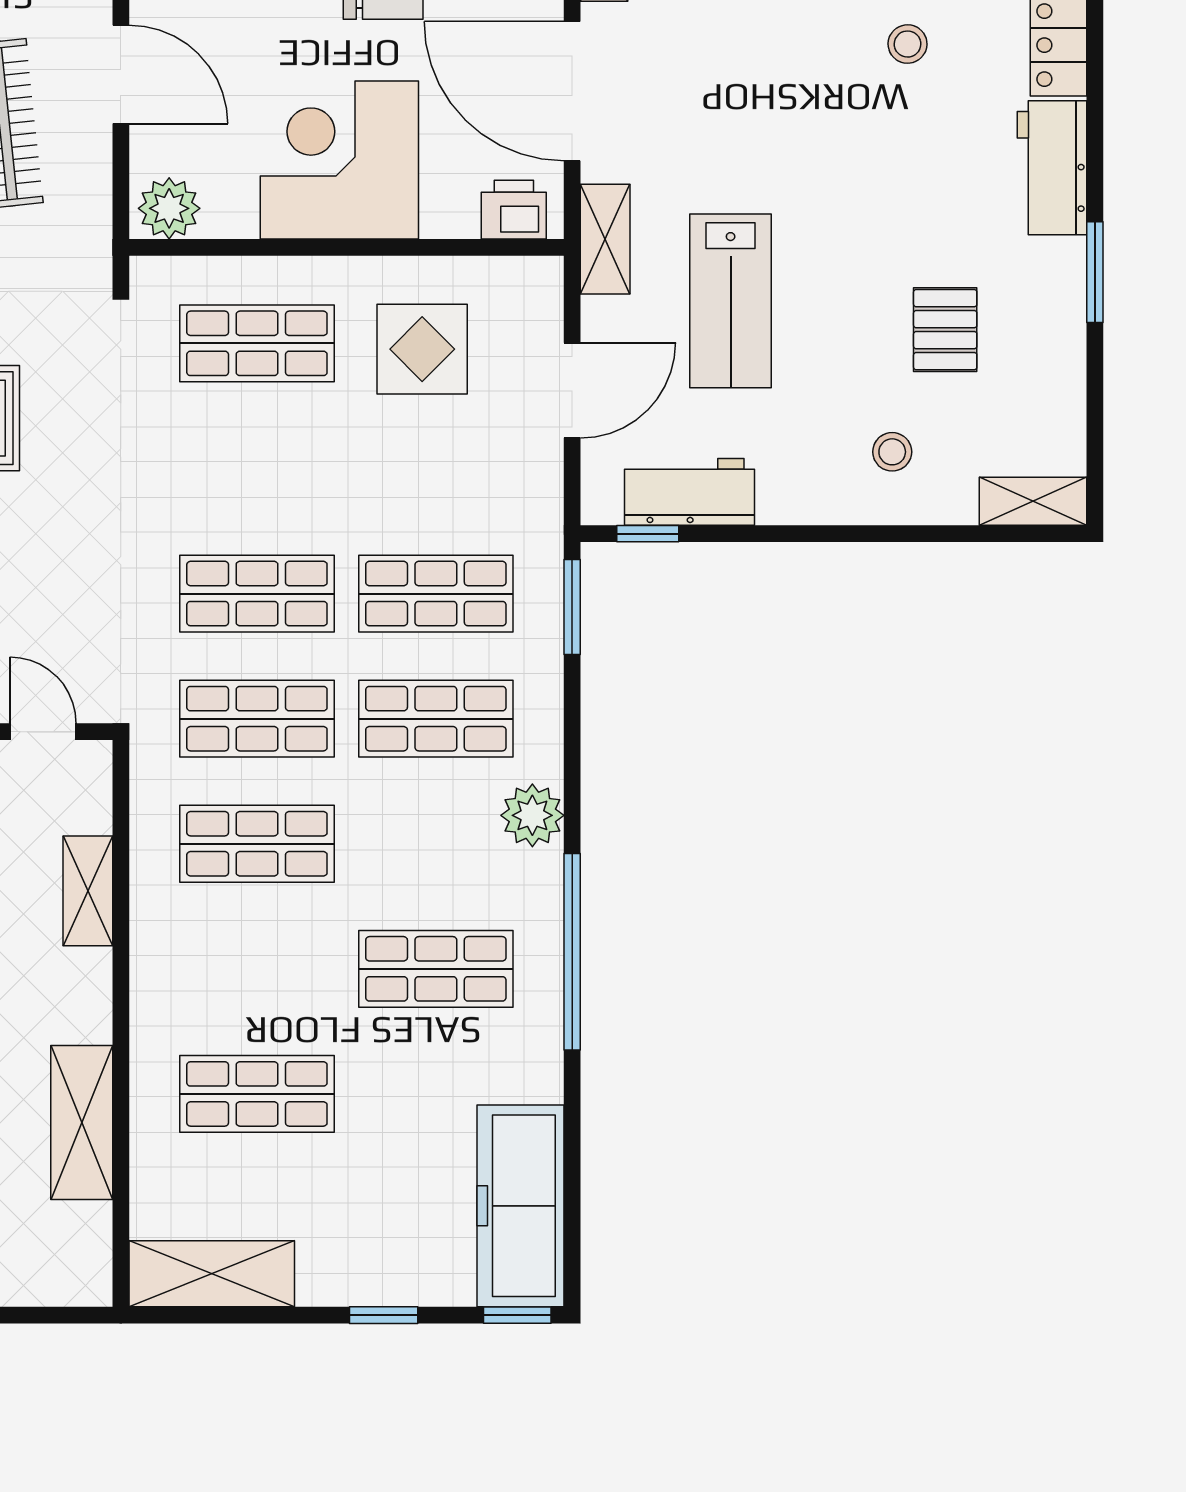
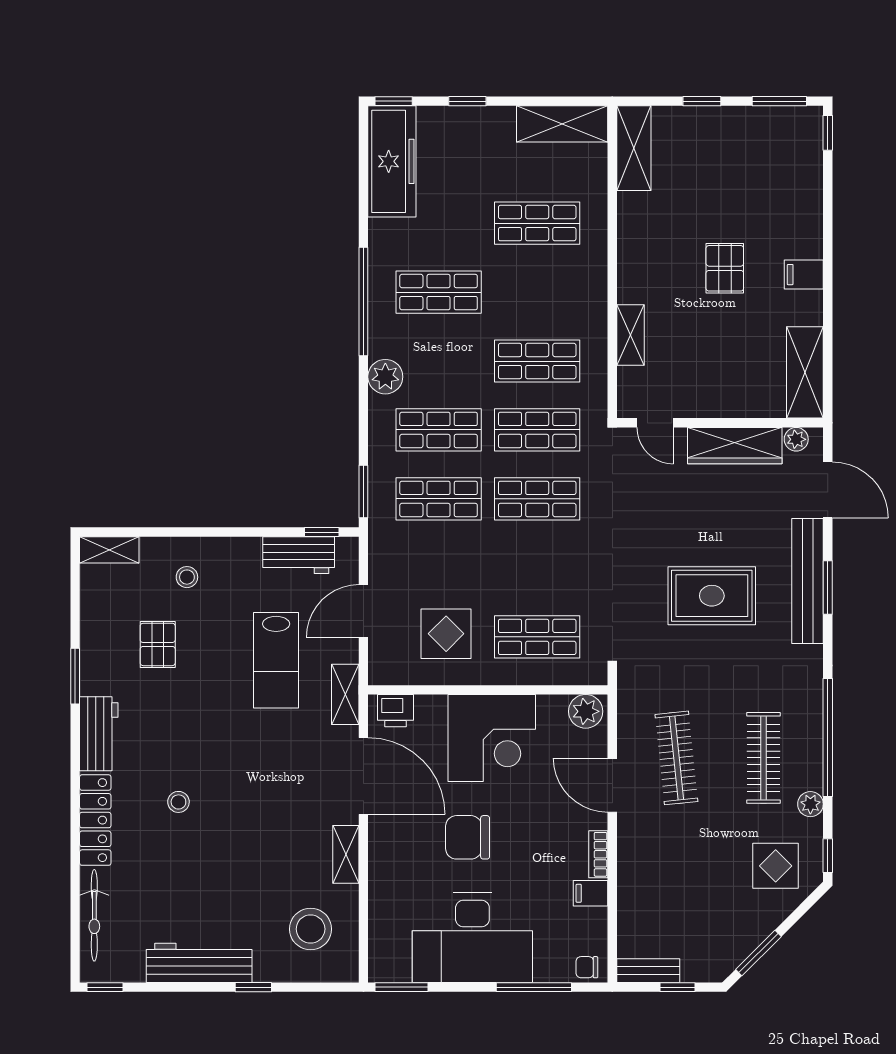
lab bench: (731, 301) -> (276, 660), turned 180
shelving: (82, 1123) -> (634, 148), moved

